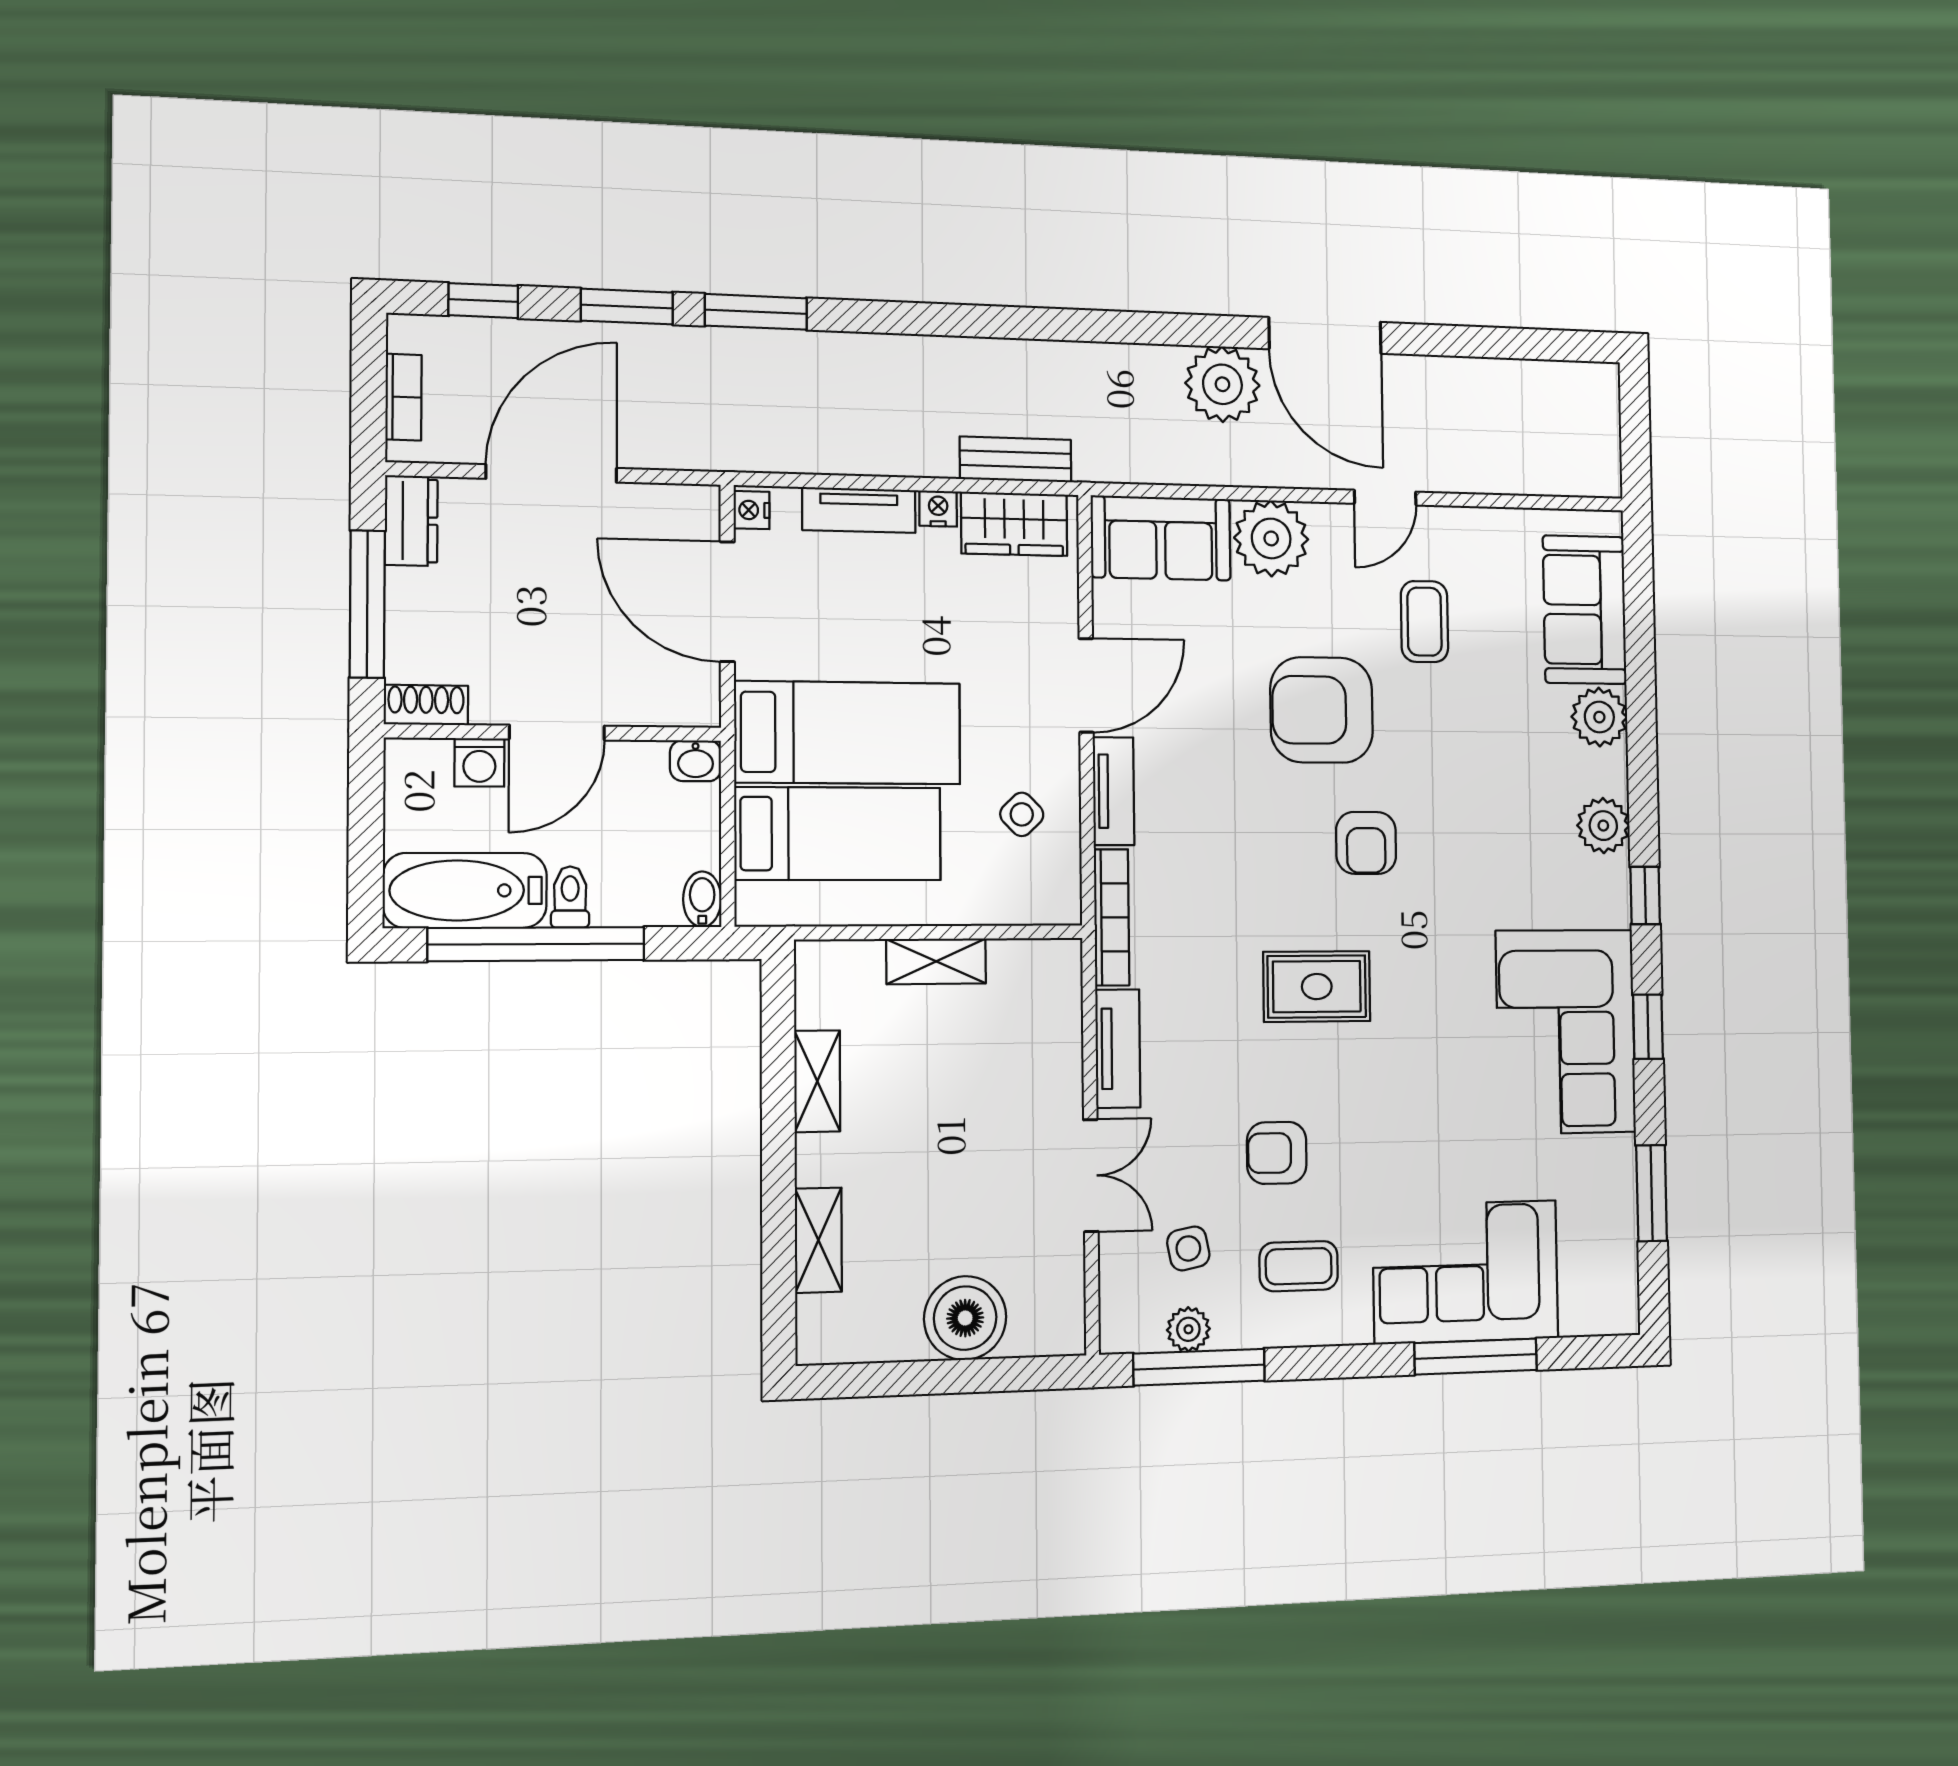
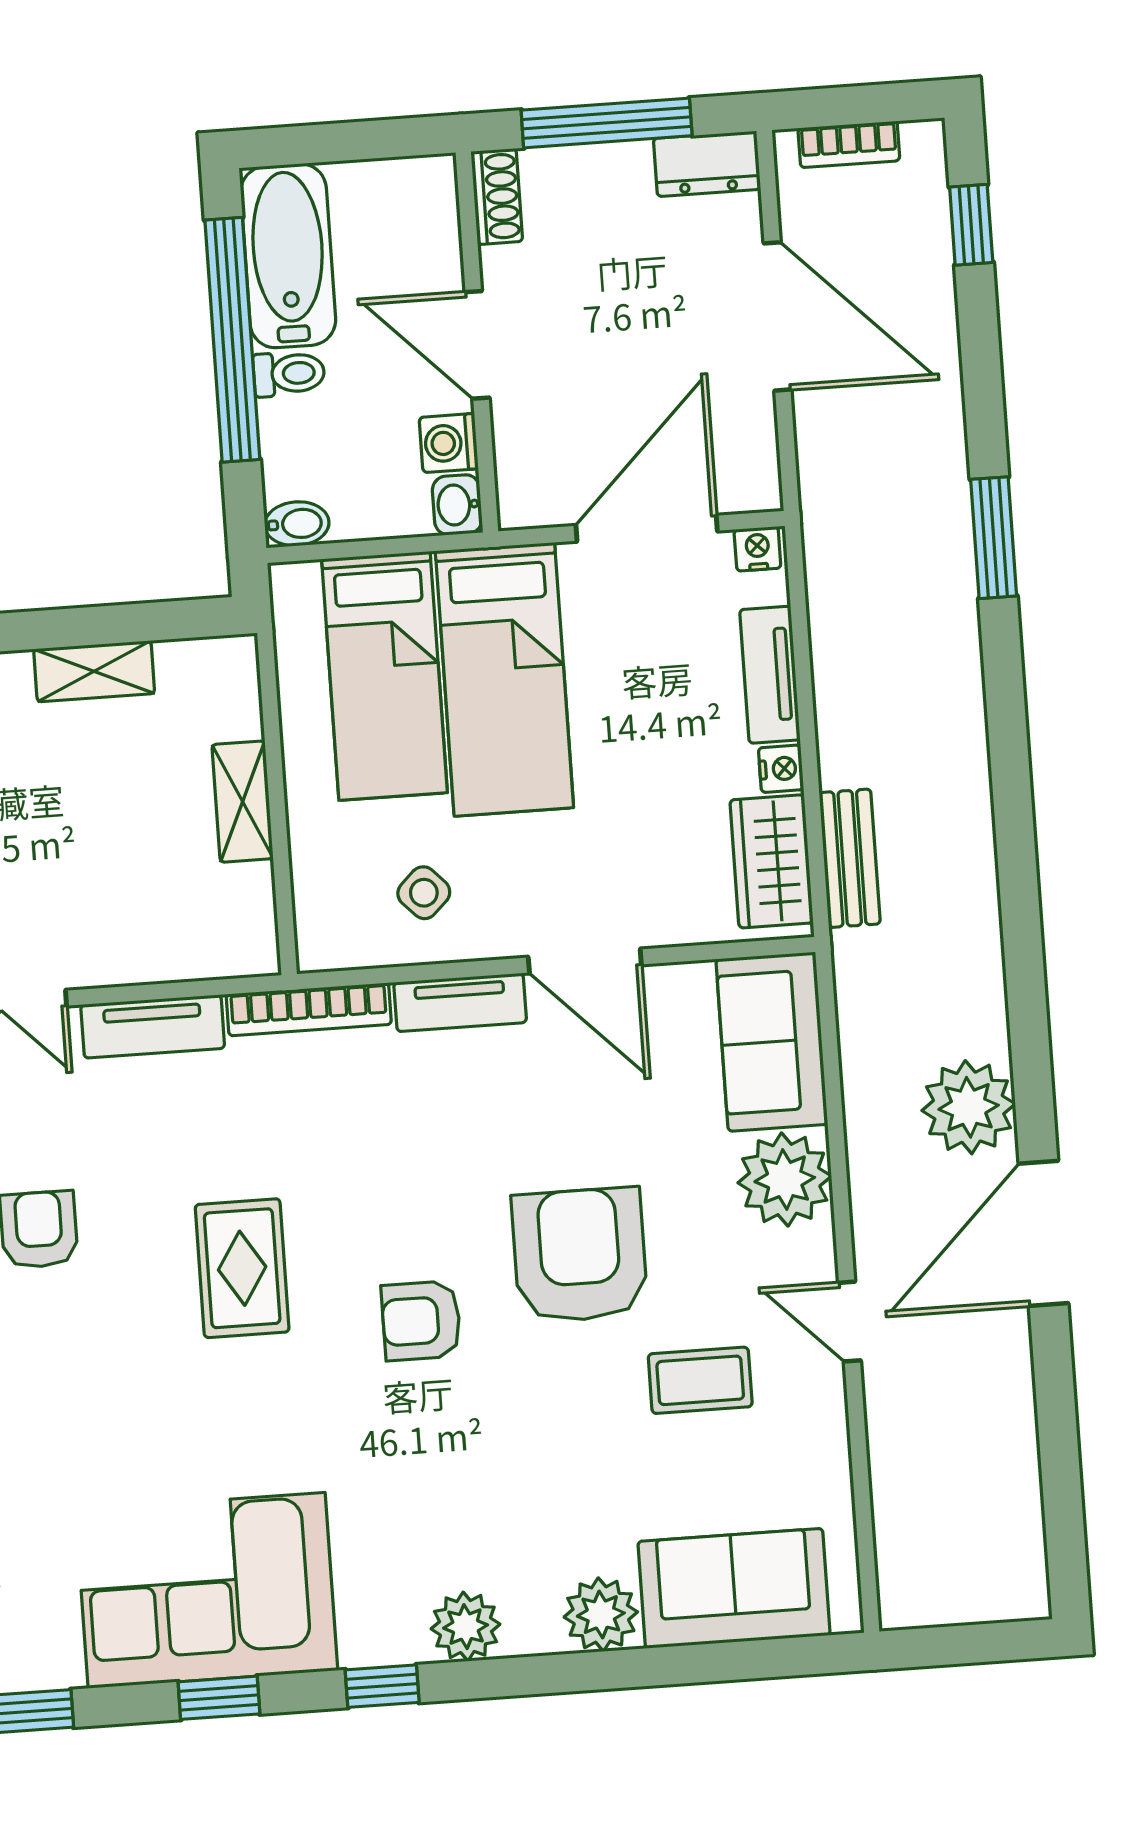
window: (627, 307) -> (983, 388), removed
washing machine: (479, 762) -> (449, 443), moved

